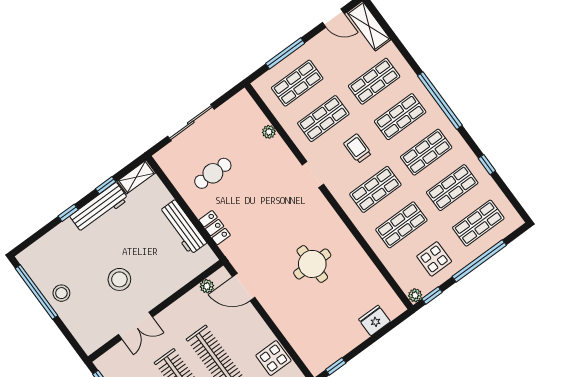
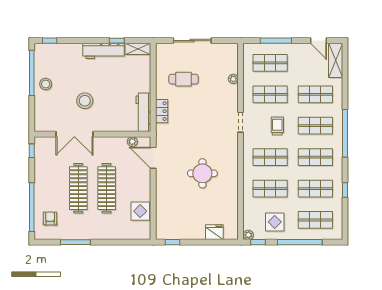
window: (68, 213) -> (50, 41), moved
workbench: (183, 227) -> (143, 112), moved
double door: (135, 326) -> (74, 134), width x1.37

